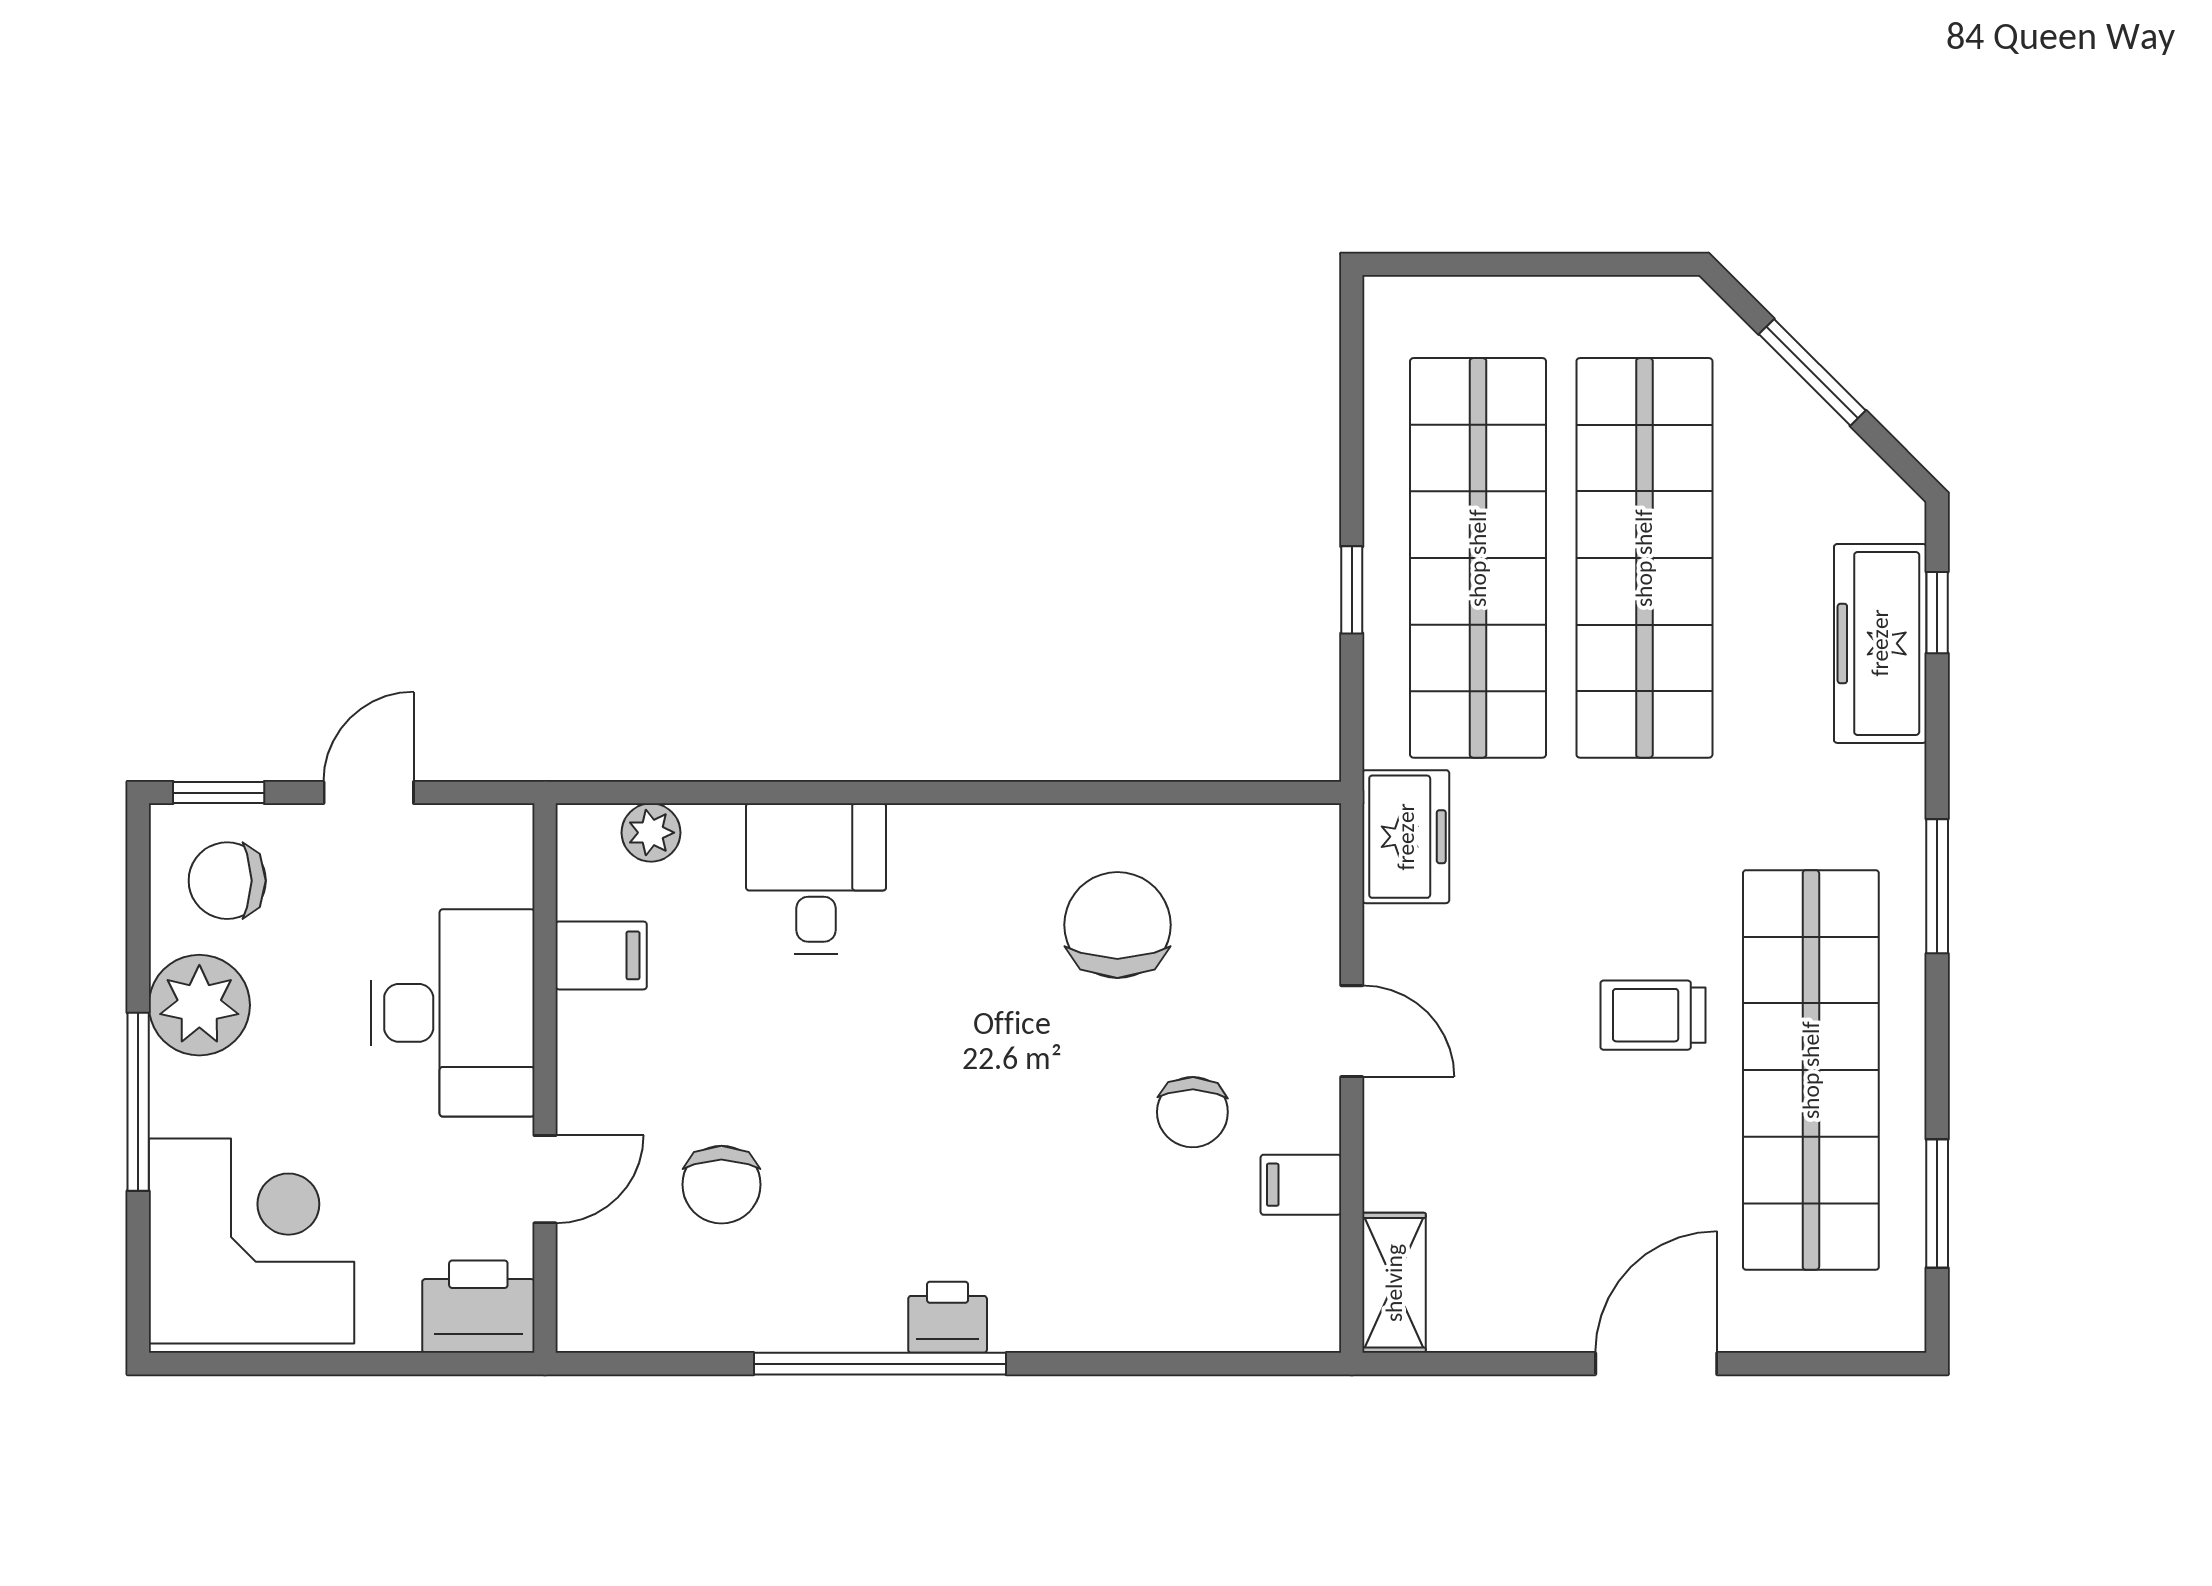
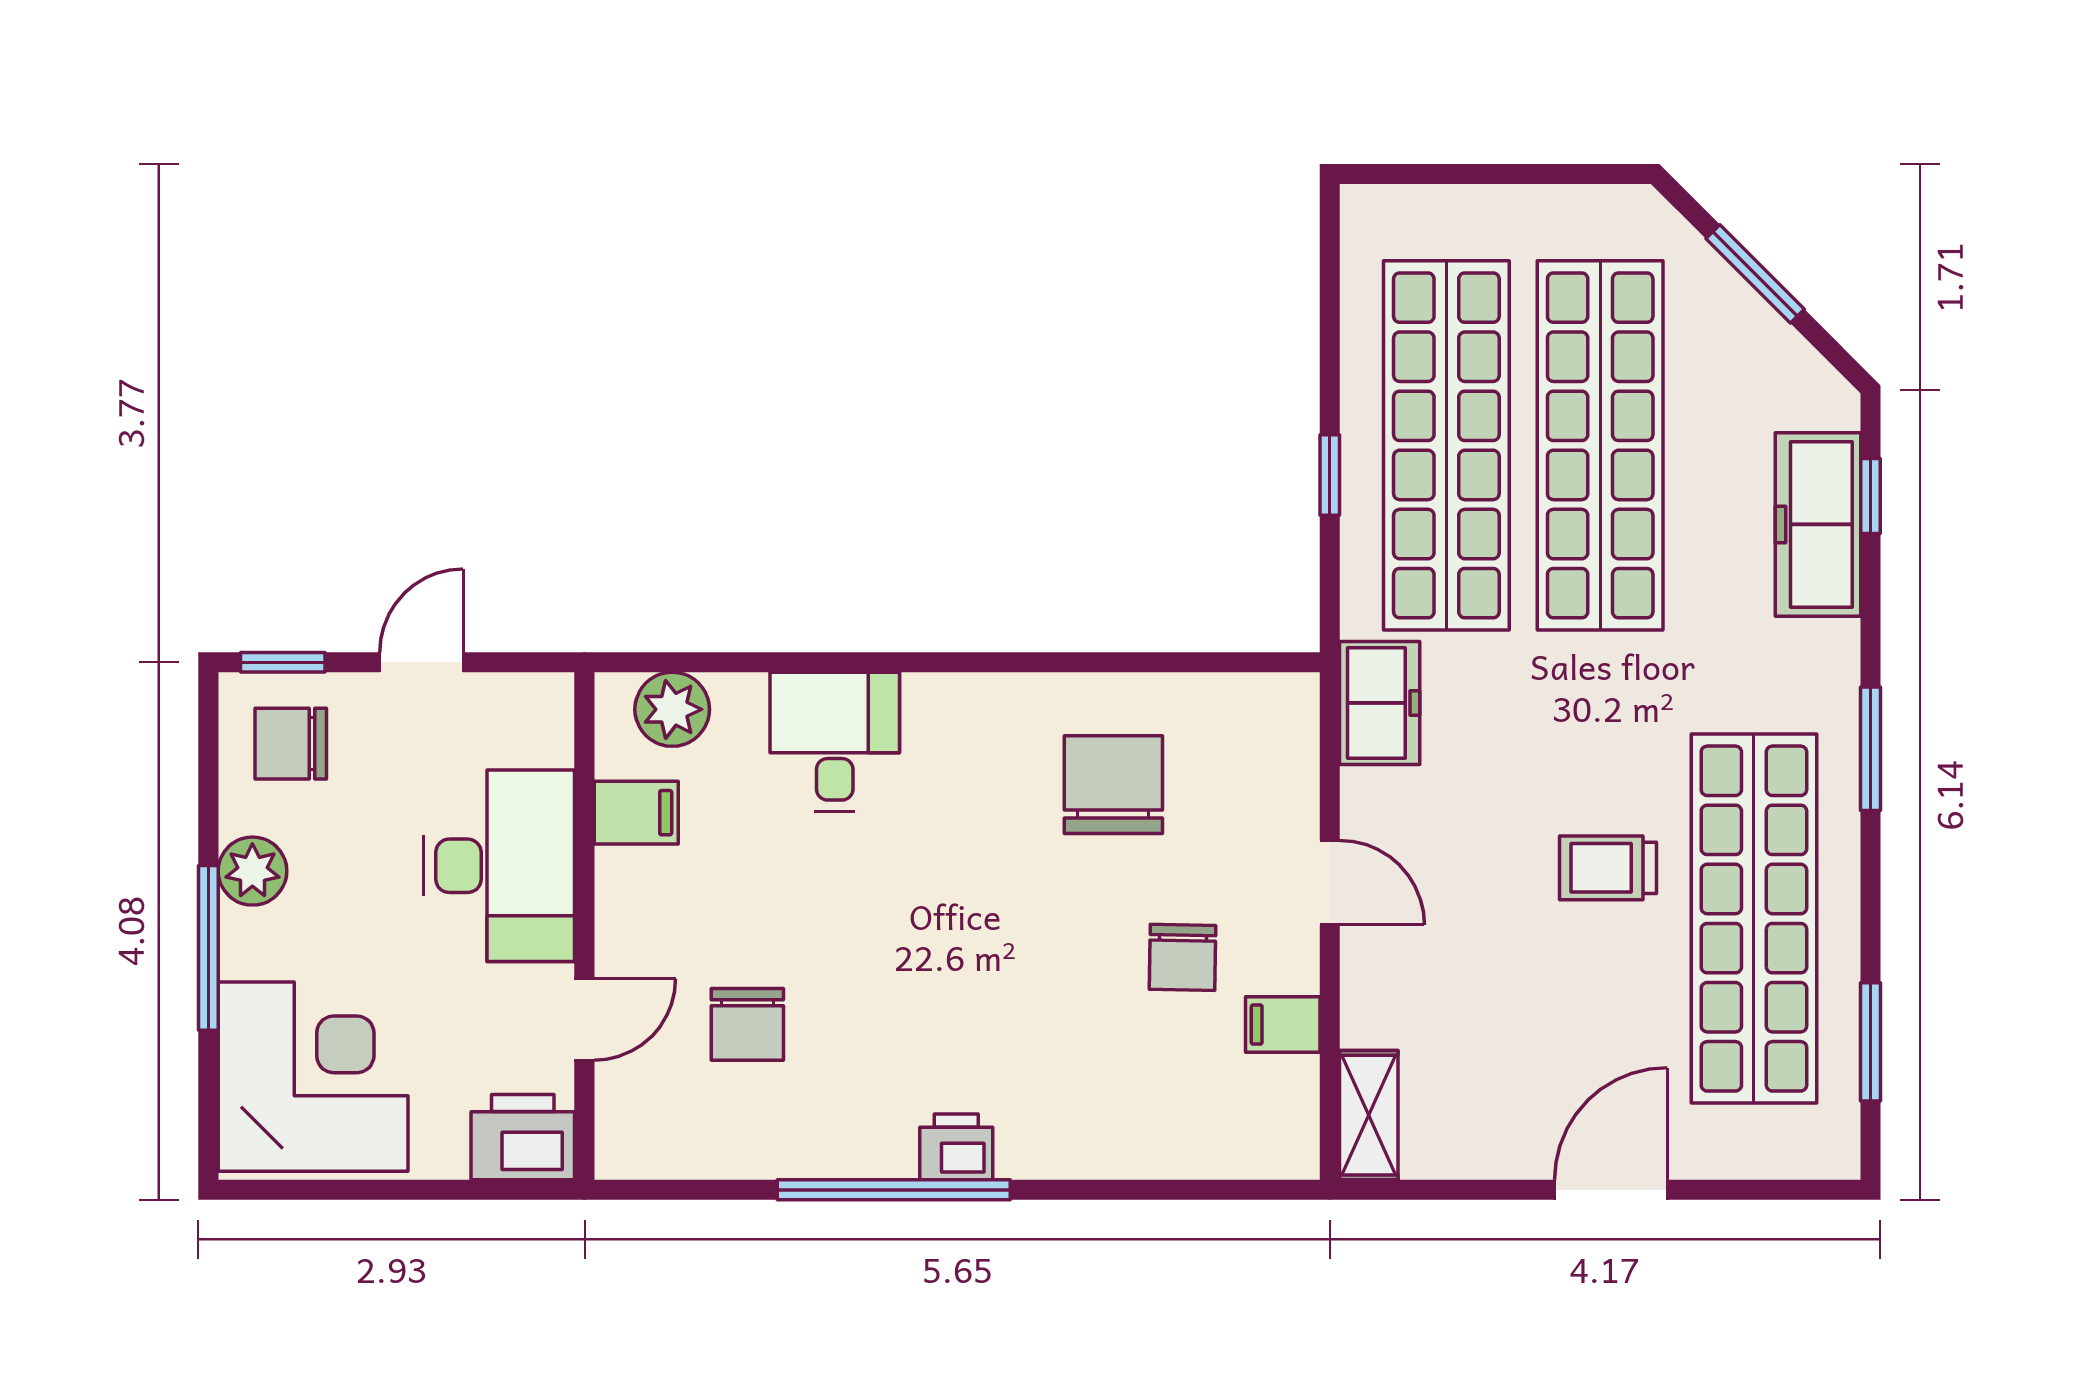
plant: (651, 833) -> (672, 709), width x1.38, depth x1.38
plant: (199, 1005) -> (252, 871), width x0.73, depth x0.73

